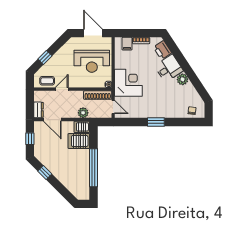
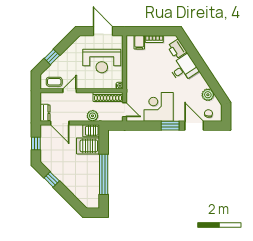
plant: (183, 79) -> (208, 95), moved
corner desk: (128, 83) -> (159, 107), moved, turned -90
door: (179, 122) -> (194, 126), added

